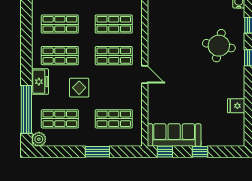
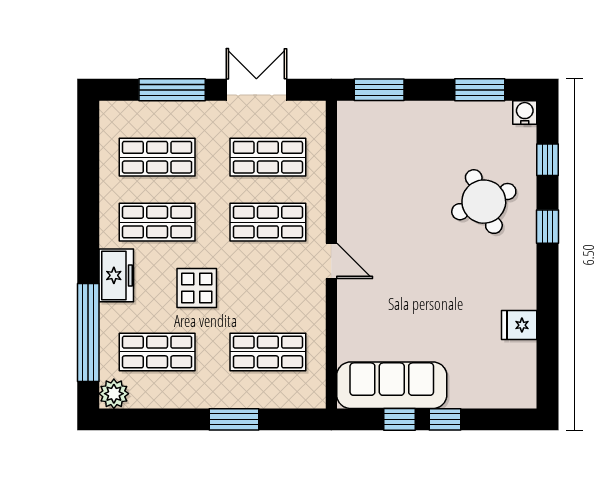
round table: (219, 46) -> (484, 202), turned -34
window: (165, 152) -> (399, 419), moved

